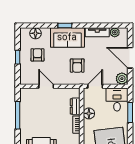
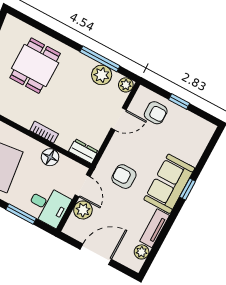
floor lamp: (35, 33) -> (198, 143), removed
armchair: (37, 55) -> (156, 113), moved
plant: (122, 79) -> (83, 210), moved
plant: (25, 93) -> (126, 85), added
dresser: (75, 106) -> (83, 151), moved
plant: (26, 109) -> (102, 75), added

